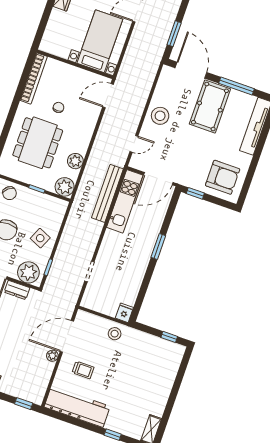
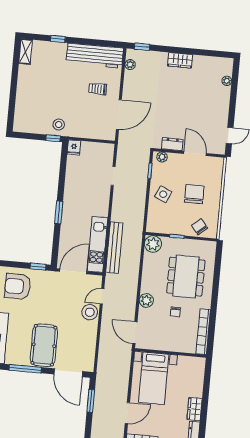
door: (108, 96) -> (135, 333), swing flipped
stool: (160, 116) -> (90, 312), moved
plant: (75, 161) -> (146, 300), moved
plant: (28, 272) -> (162, 157), width x0.53, depth x0.53
stool: (115, 334) -> (59, 125), moved
window: (169, 337) -> (53, 138), moved
plant: (52, 356) -> (130, 65), moved

